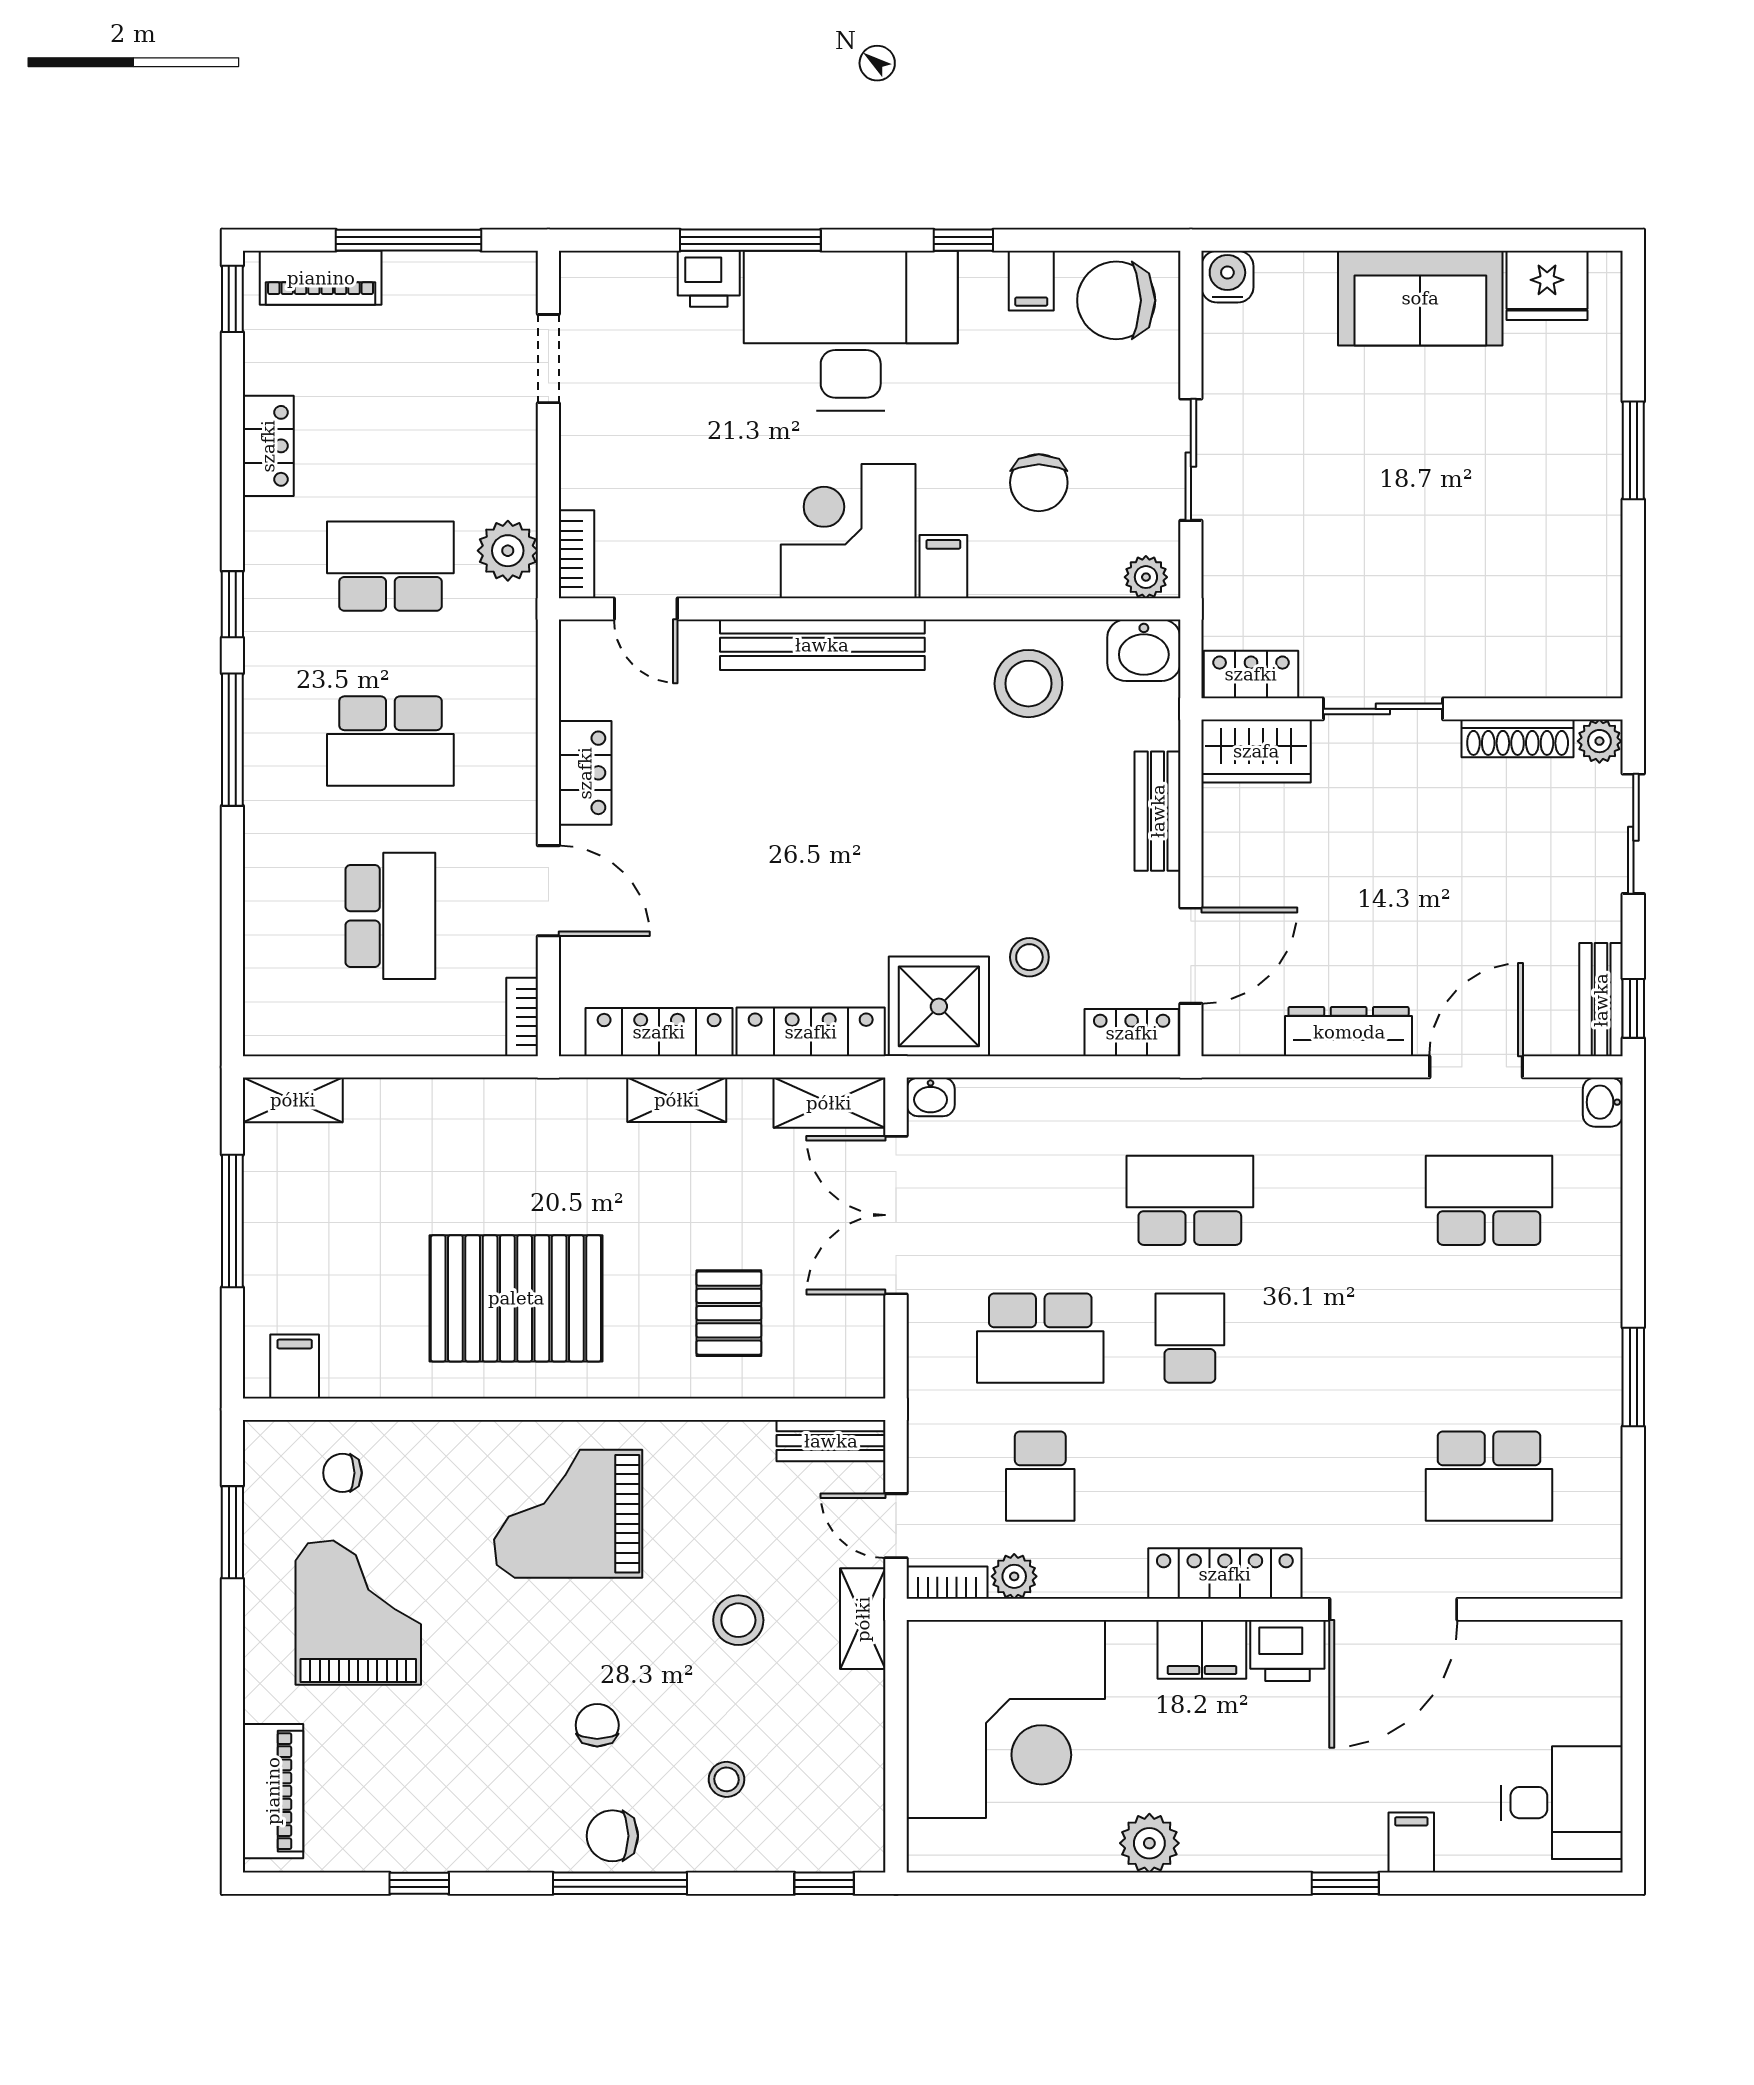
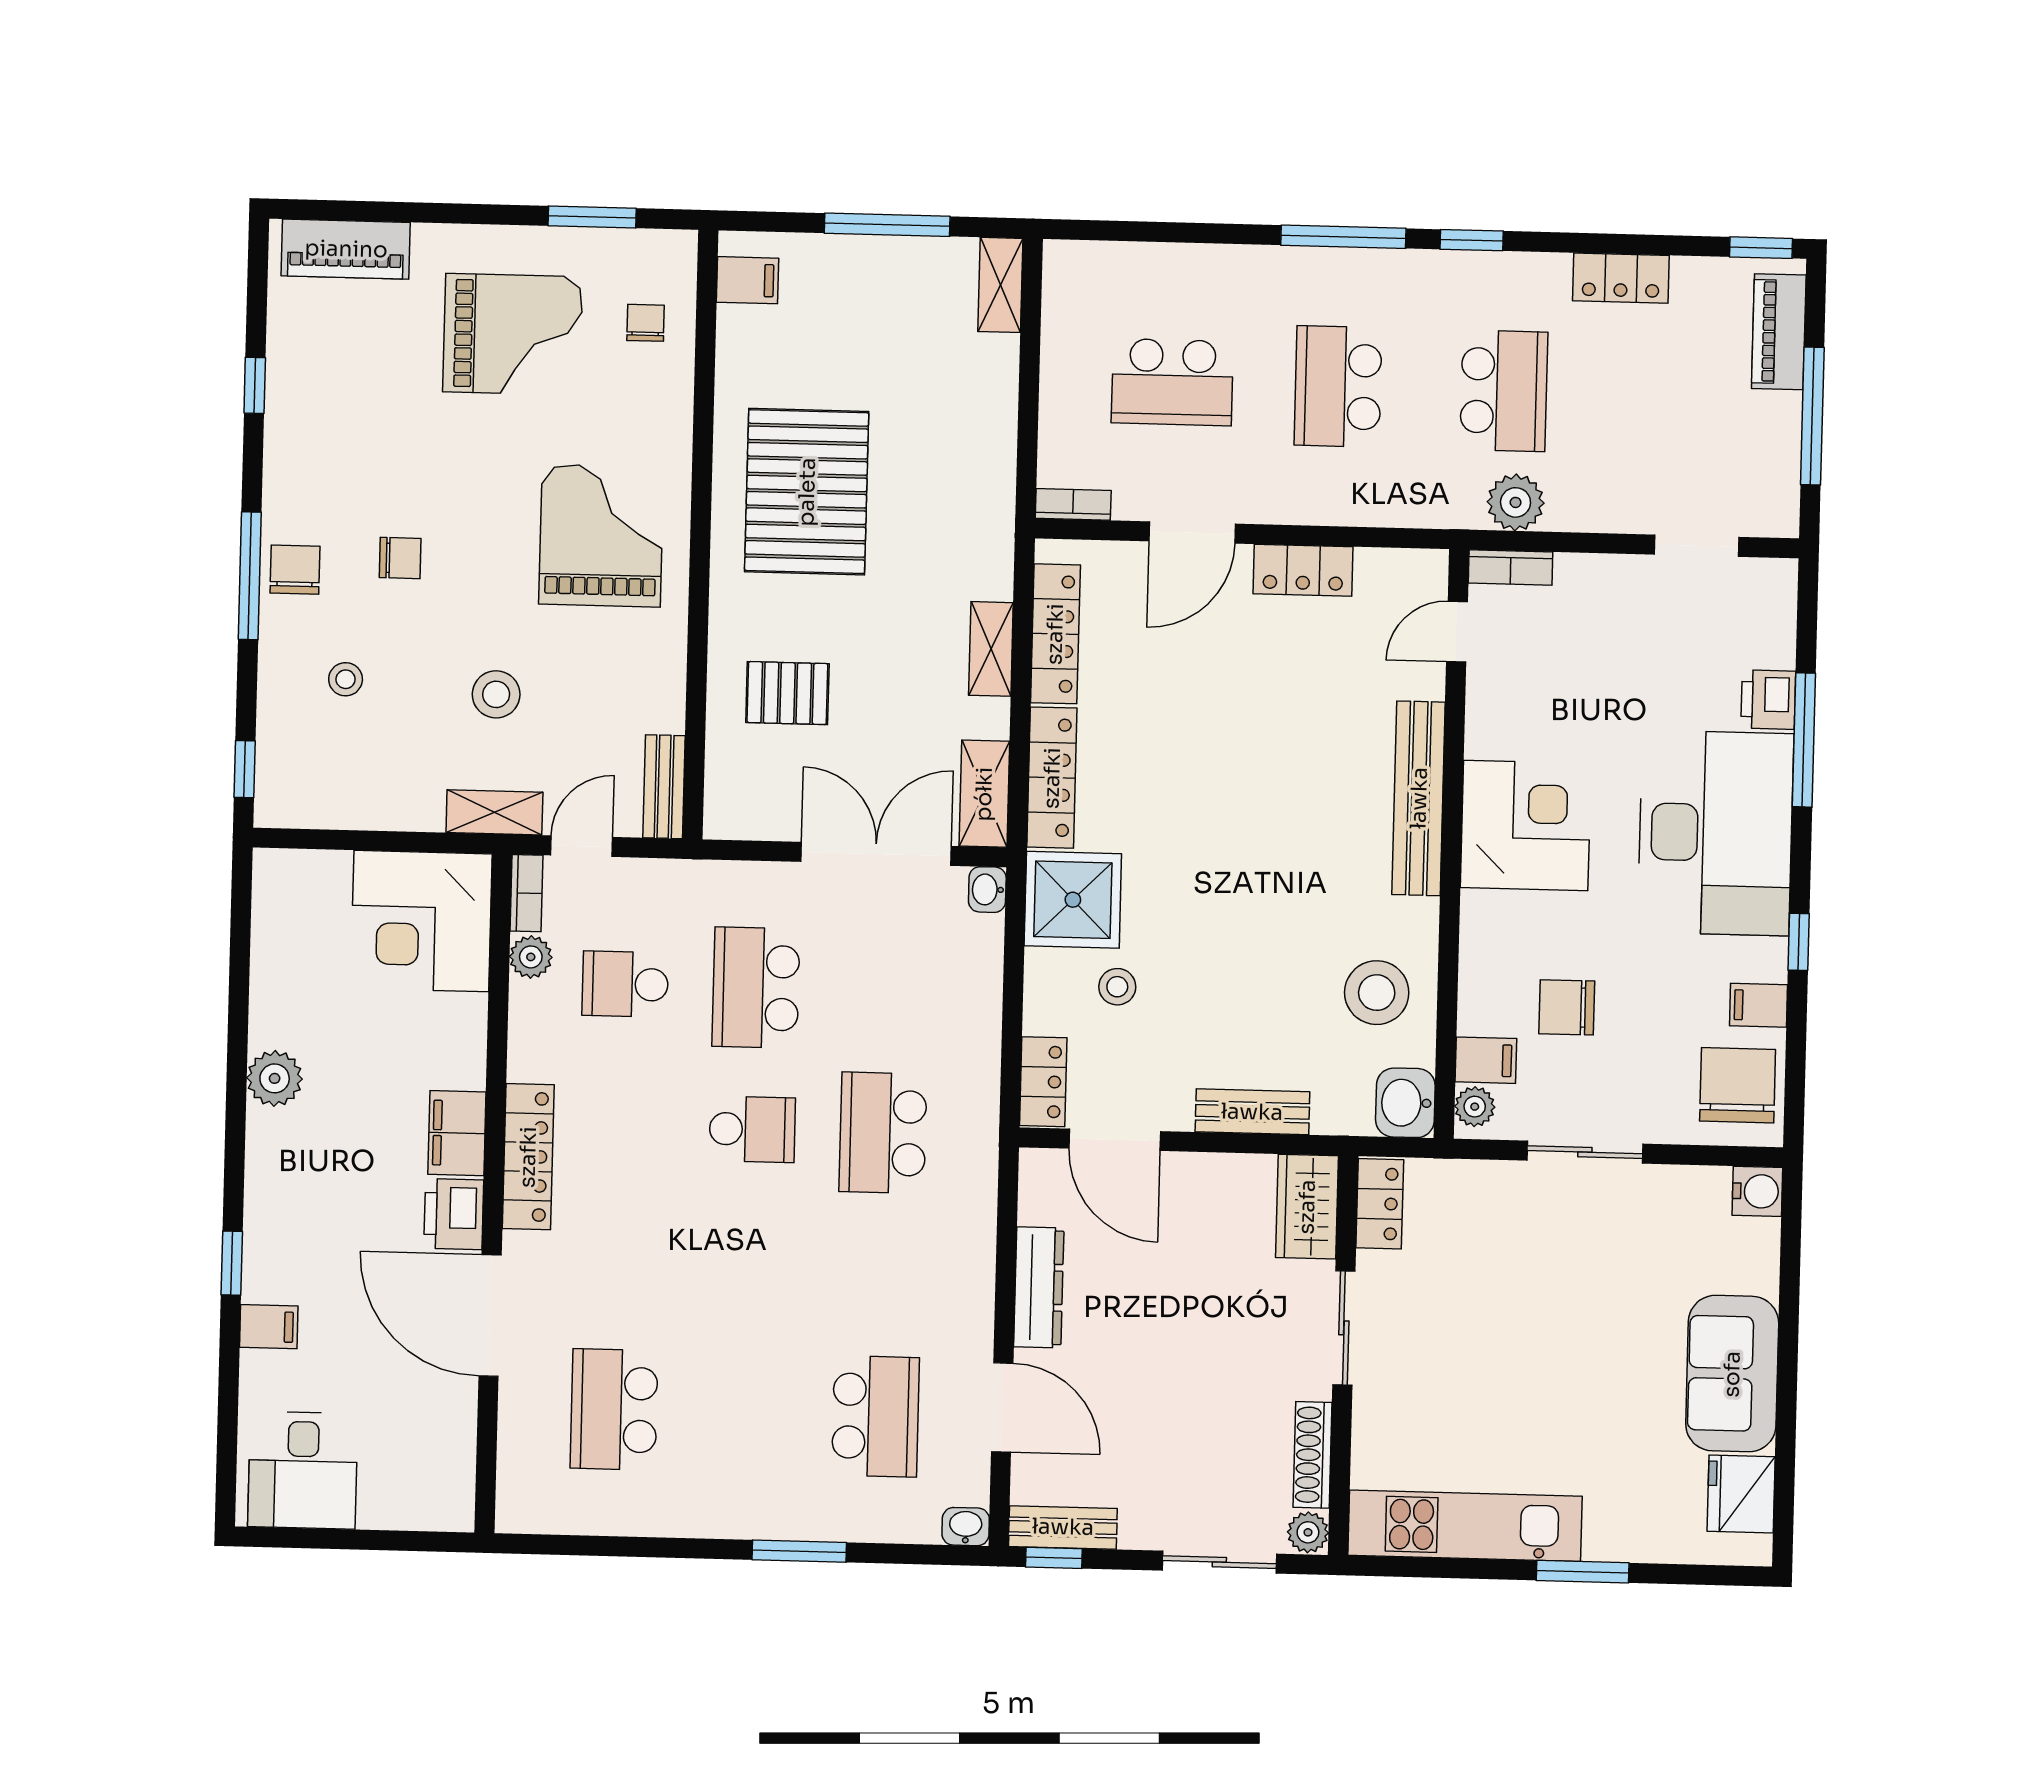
filing cabinet: (943, 567) -> (1486, 1060), moved
kitchen unit: (1588, 576) -> (1465, 1526), added
school desk: (1190, 1200) -> (883, 1133), turned 180
window: (1633, 1377) -> (799, 1551), moved
corner desk: (1006, 1719) -> (421, 921), width x0.74, depth x0.74

